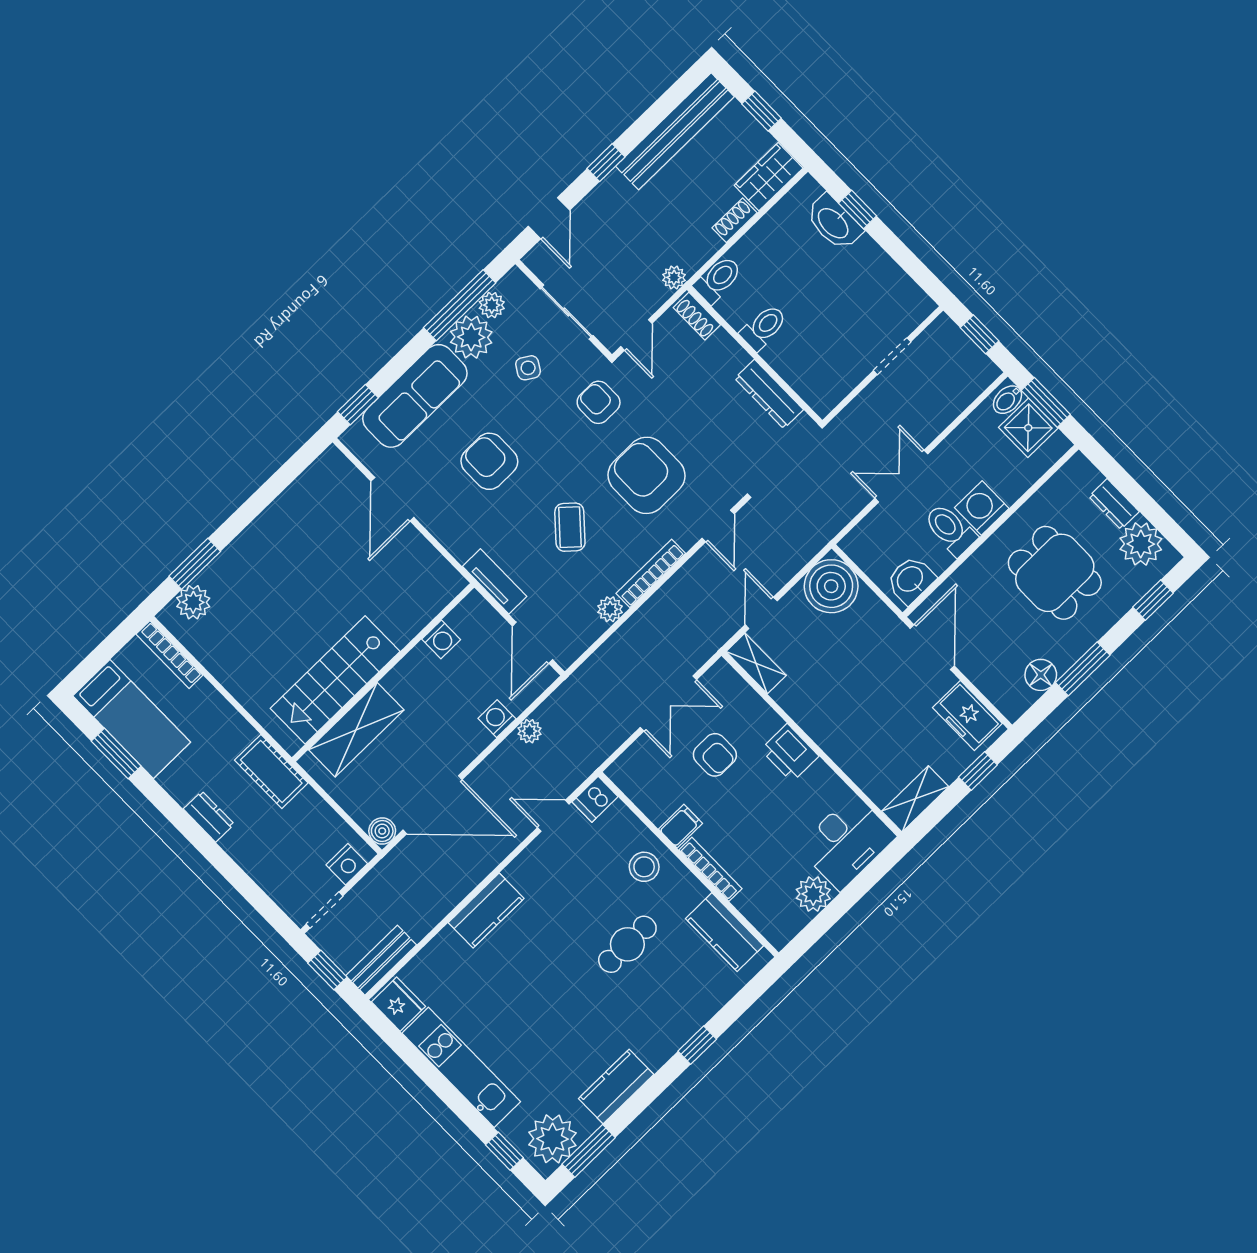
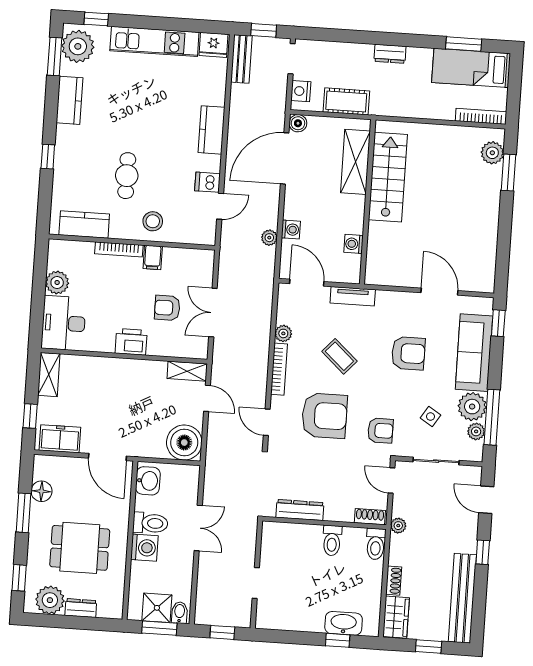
cot: (271, 772) -> (346, 101), moved
dishwasher: (595, 799) -> (208, 182), moved, turned -90

